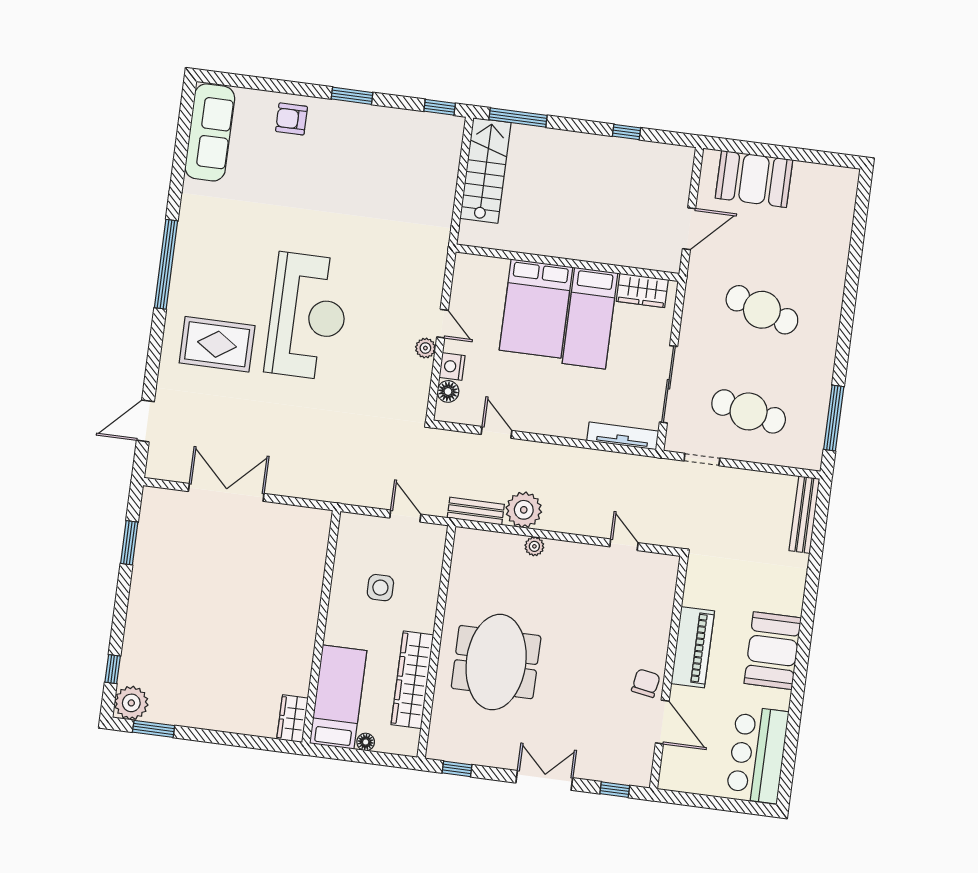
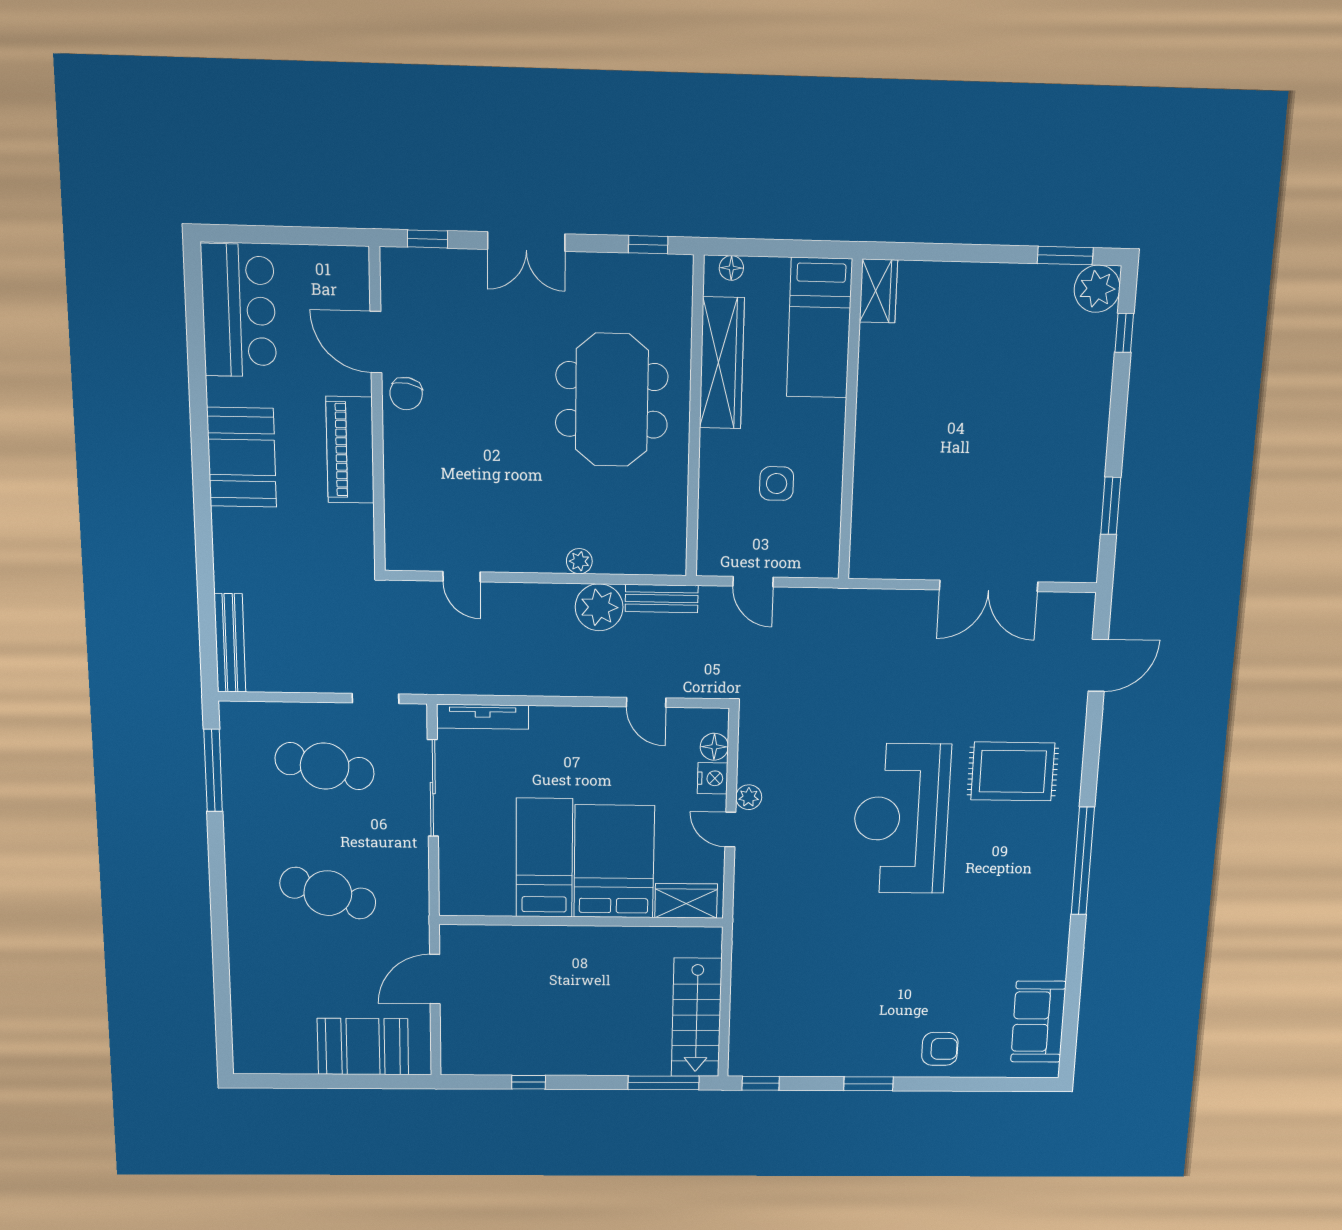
sofa: (210, 132) -> (1038, 1022), width x0.73
wardrobe: (642, 290) -> (686, 901), moved
floor lamp: (366, 742) -> (731, 268), moved

